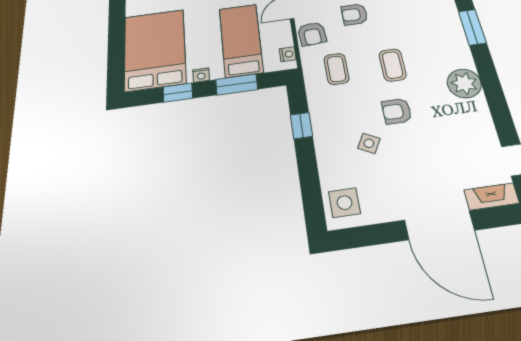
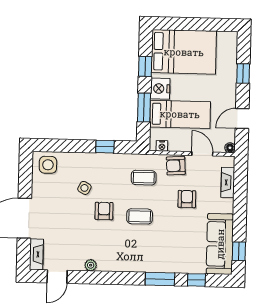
nightstand: (201, 75) -> (160, 89), width x1.89, depth x1.79
plant: (464, 83) -> (91, 265), moved, width x0.53, depth x0.53

